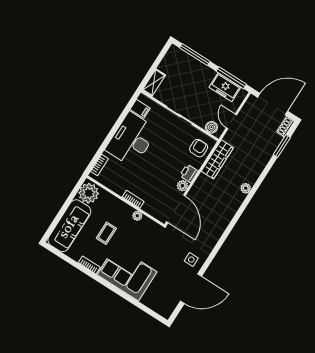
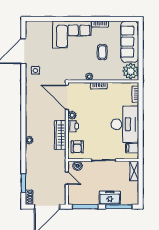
freezer: (225, 87) -> (110, 198), moved
wardrobe: (217, 159) -> (60, 135), moved

